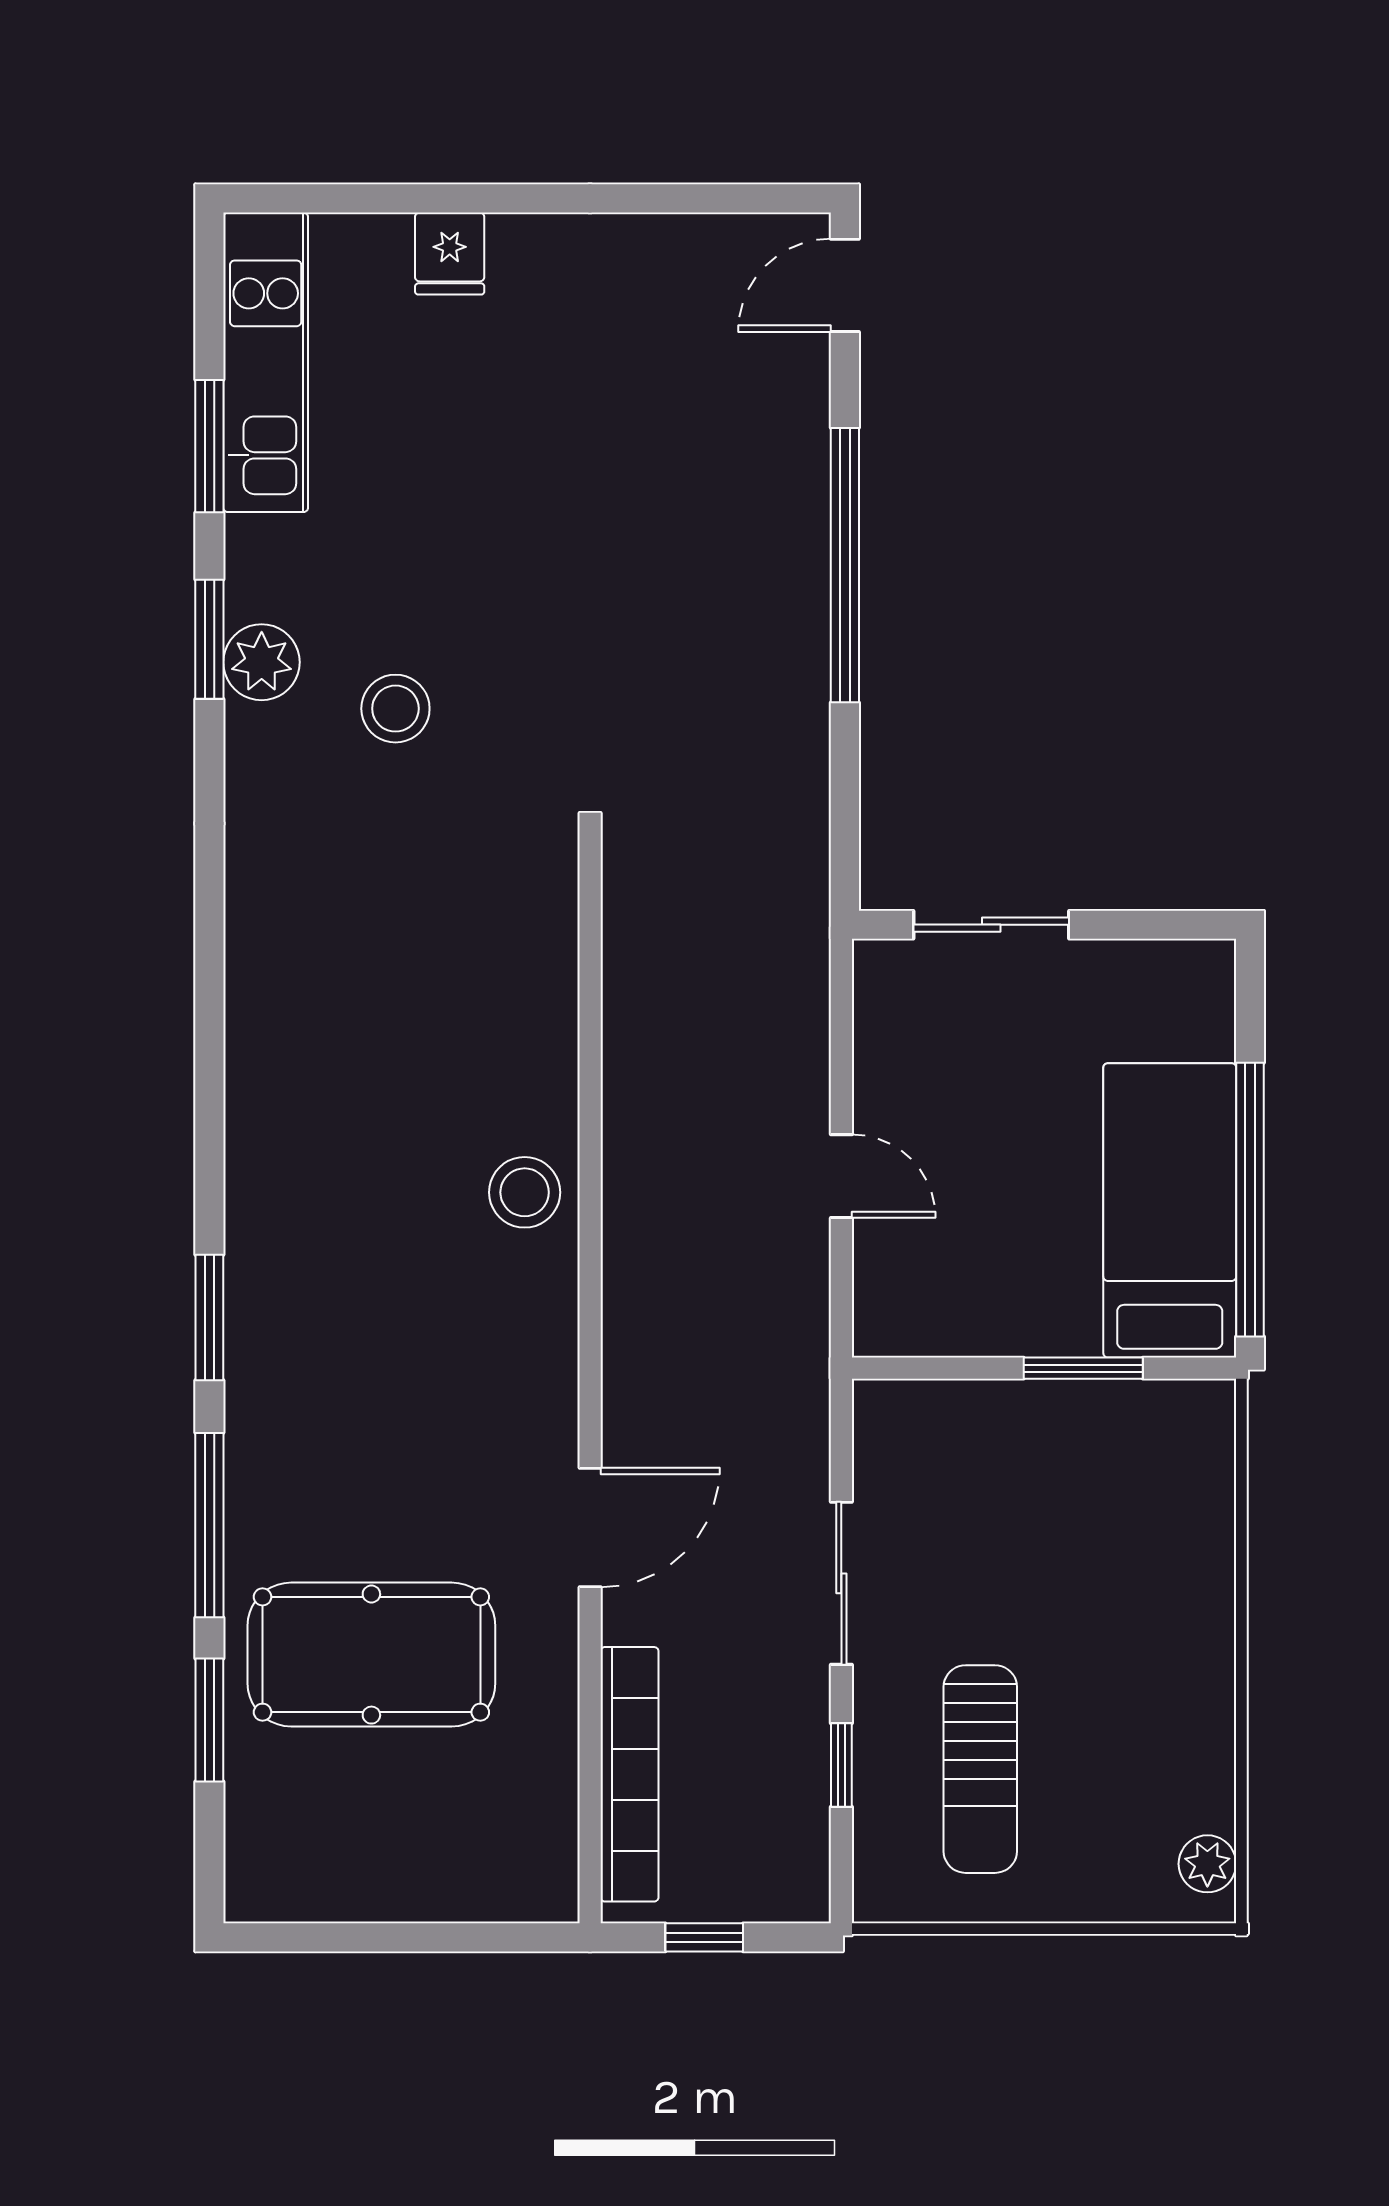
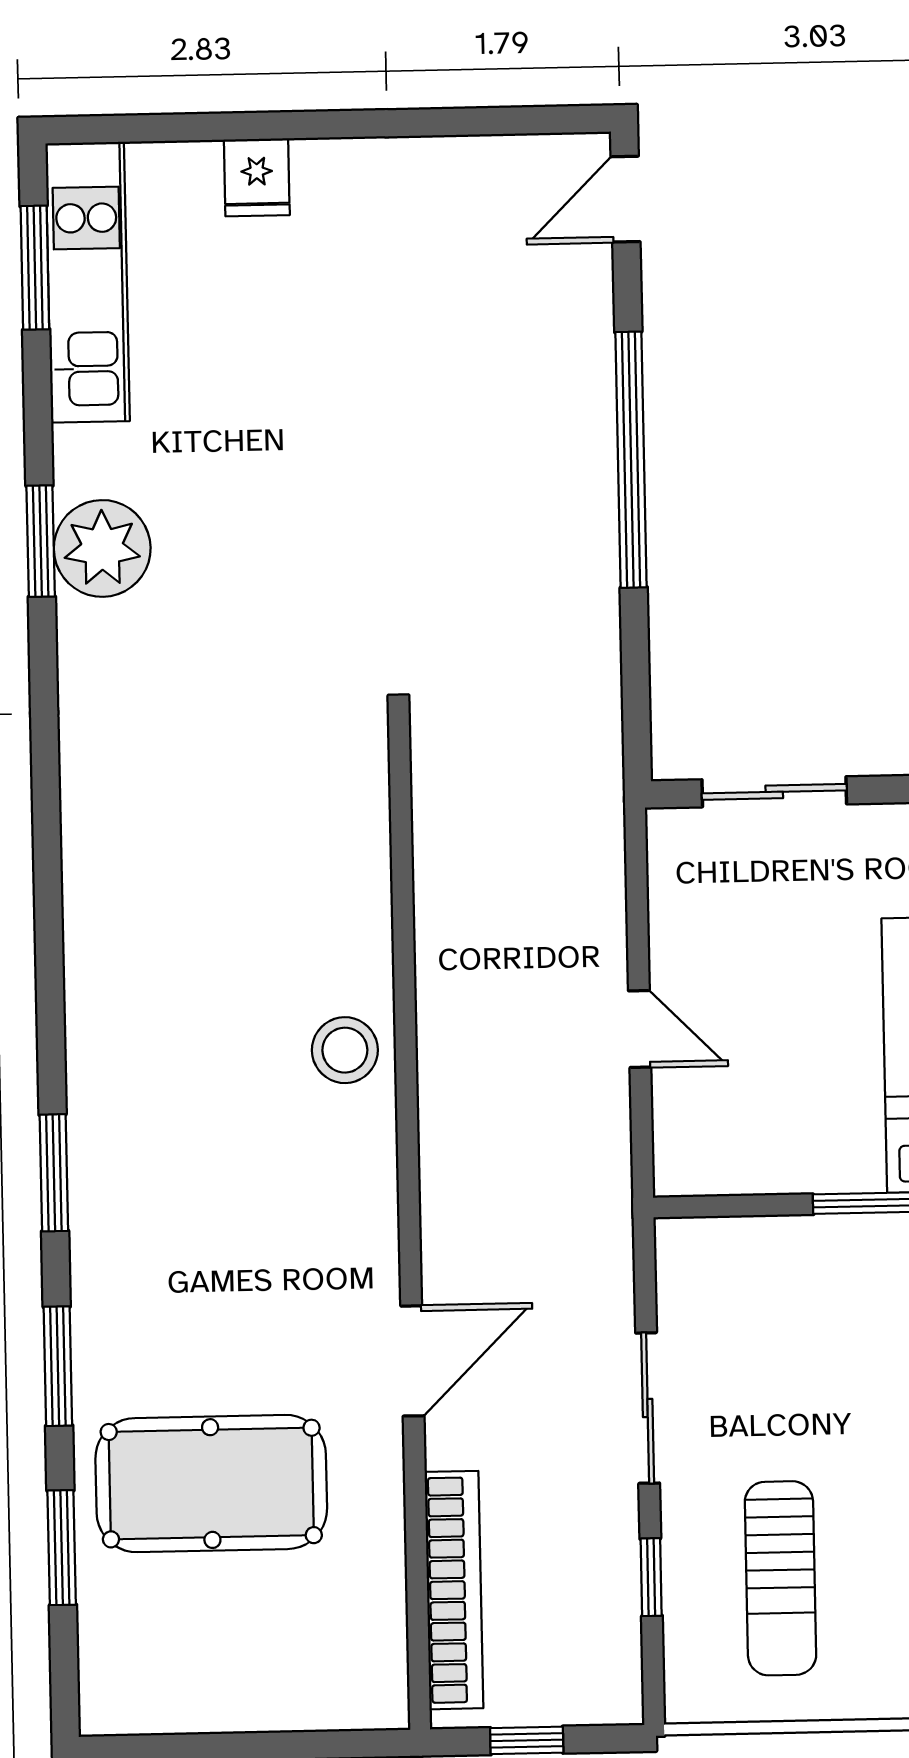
window: (209, 446) -> (35, 268), moved
plant: (262, 662) -> (102, 548), width x1.36, depth x1.36
stool: (395, 709) -> (215, 602), removed
window: (209, 1525) -> (58, 1366), width x0.69

